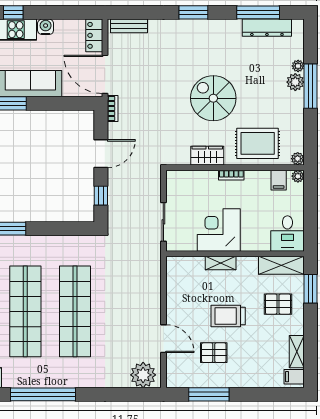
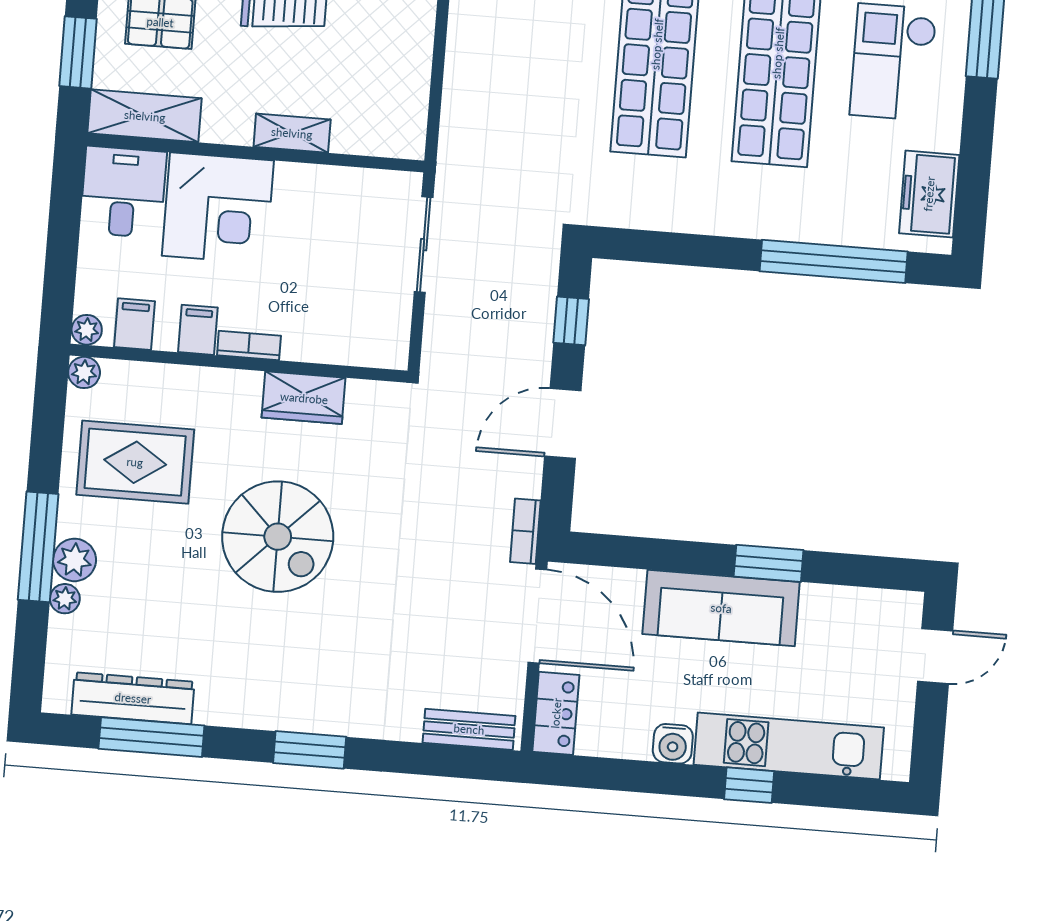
rug: (258, 143) -> (135, 462), moved
filing cabinet: (253, 180) -> (198, 330), added
corner desk: (219, 230) -> (218, 208), moved

